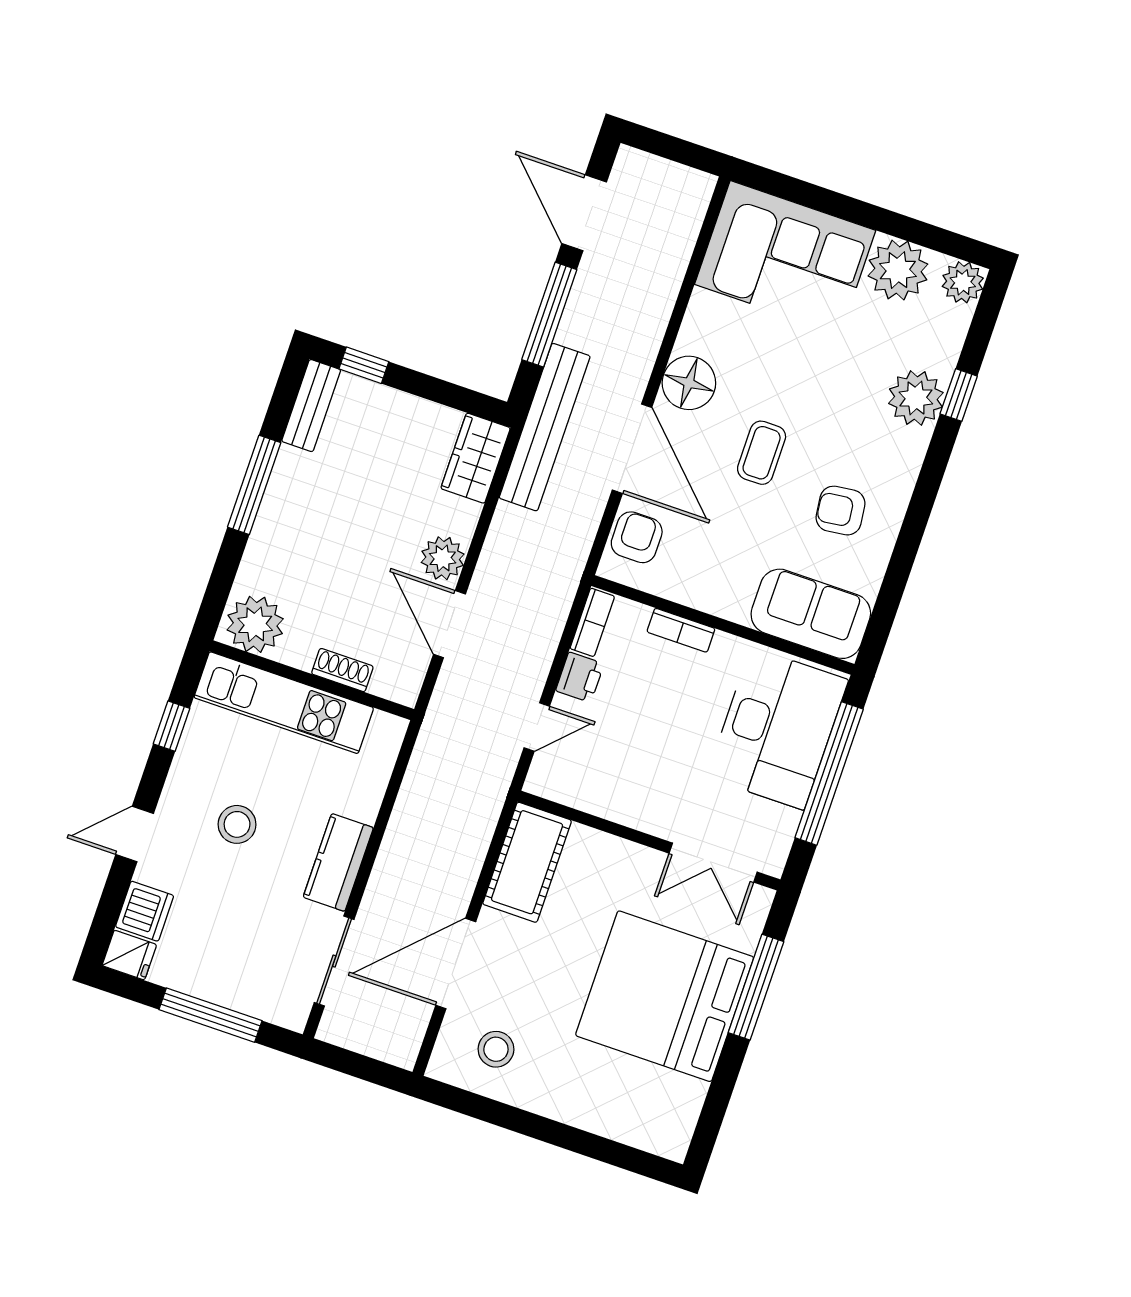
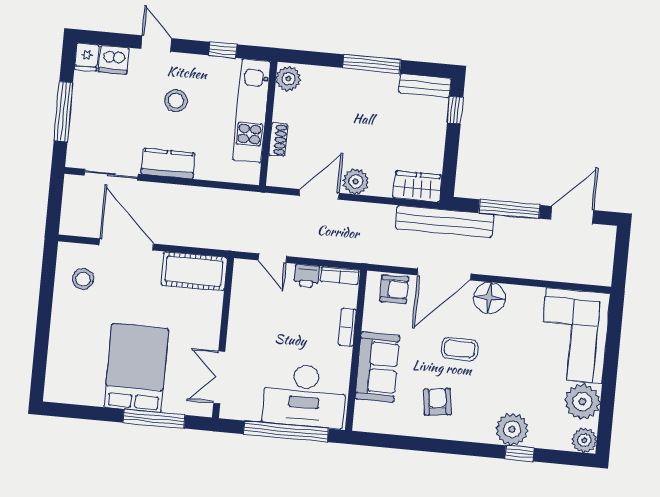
sofa: (811, 614) -> (377, 367), moved
plant: (255, 624) -> (288, 79), width x0.73, depth x0.73
bed: (665, 996) -> (136, 368), width x0.73

